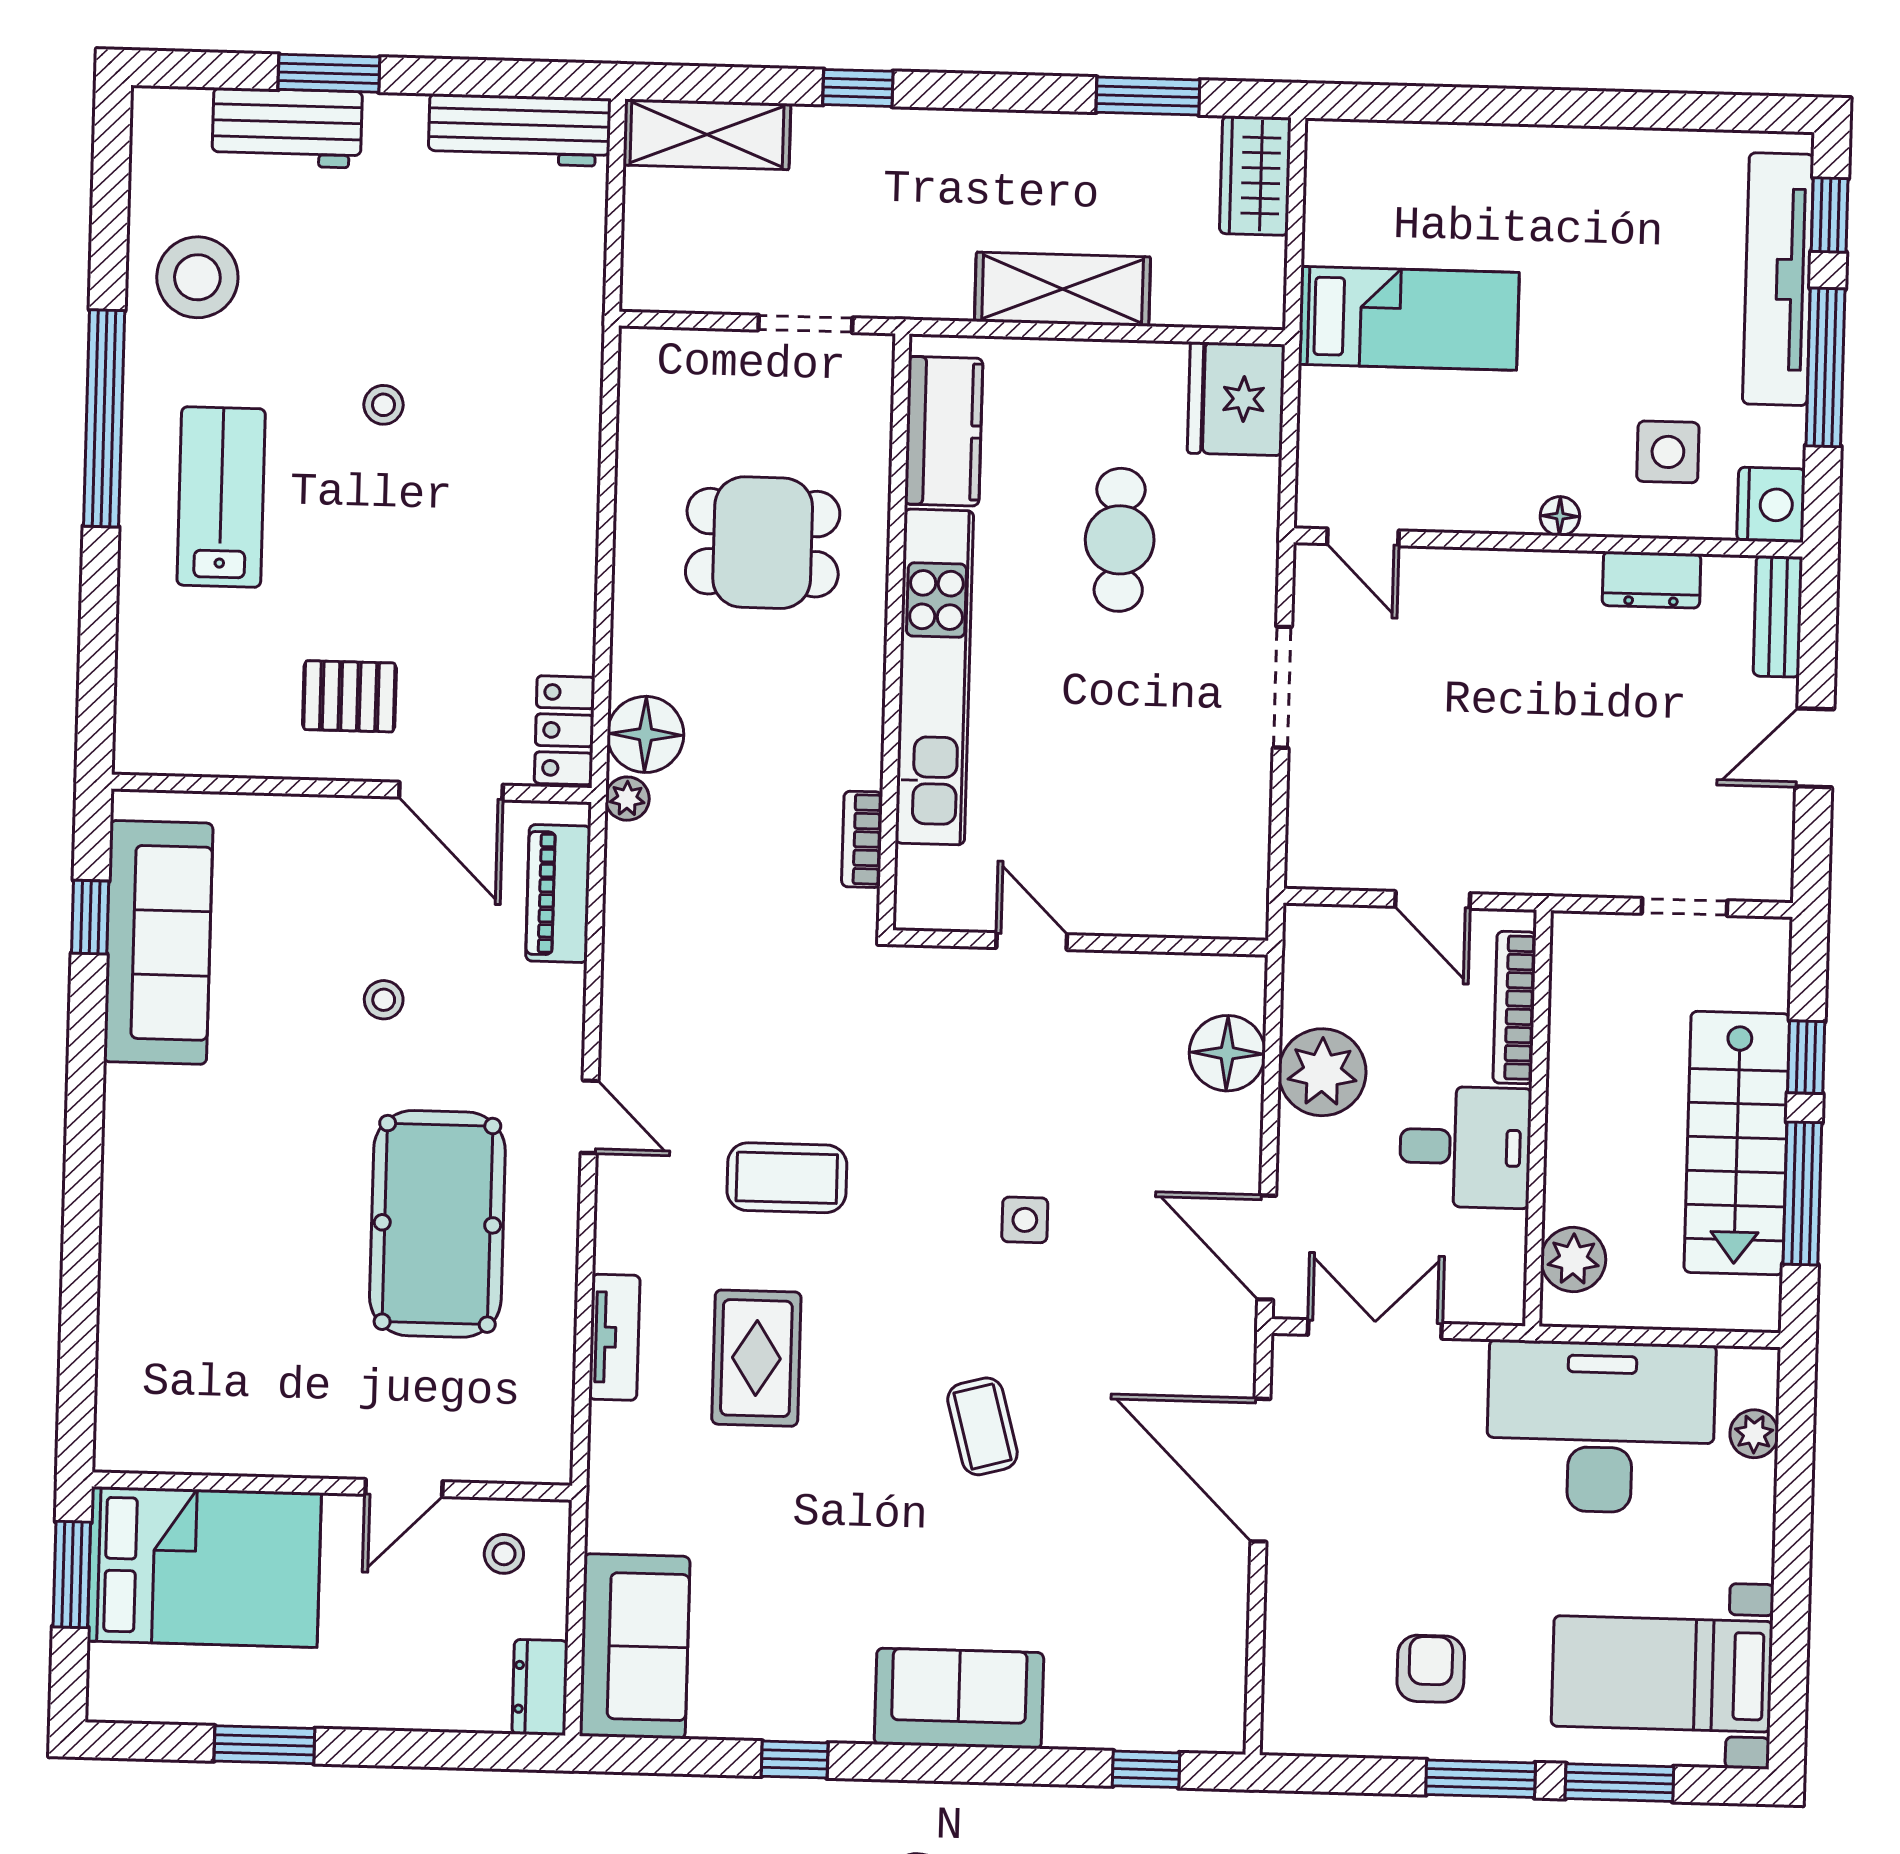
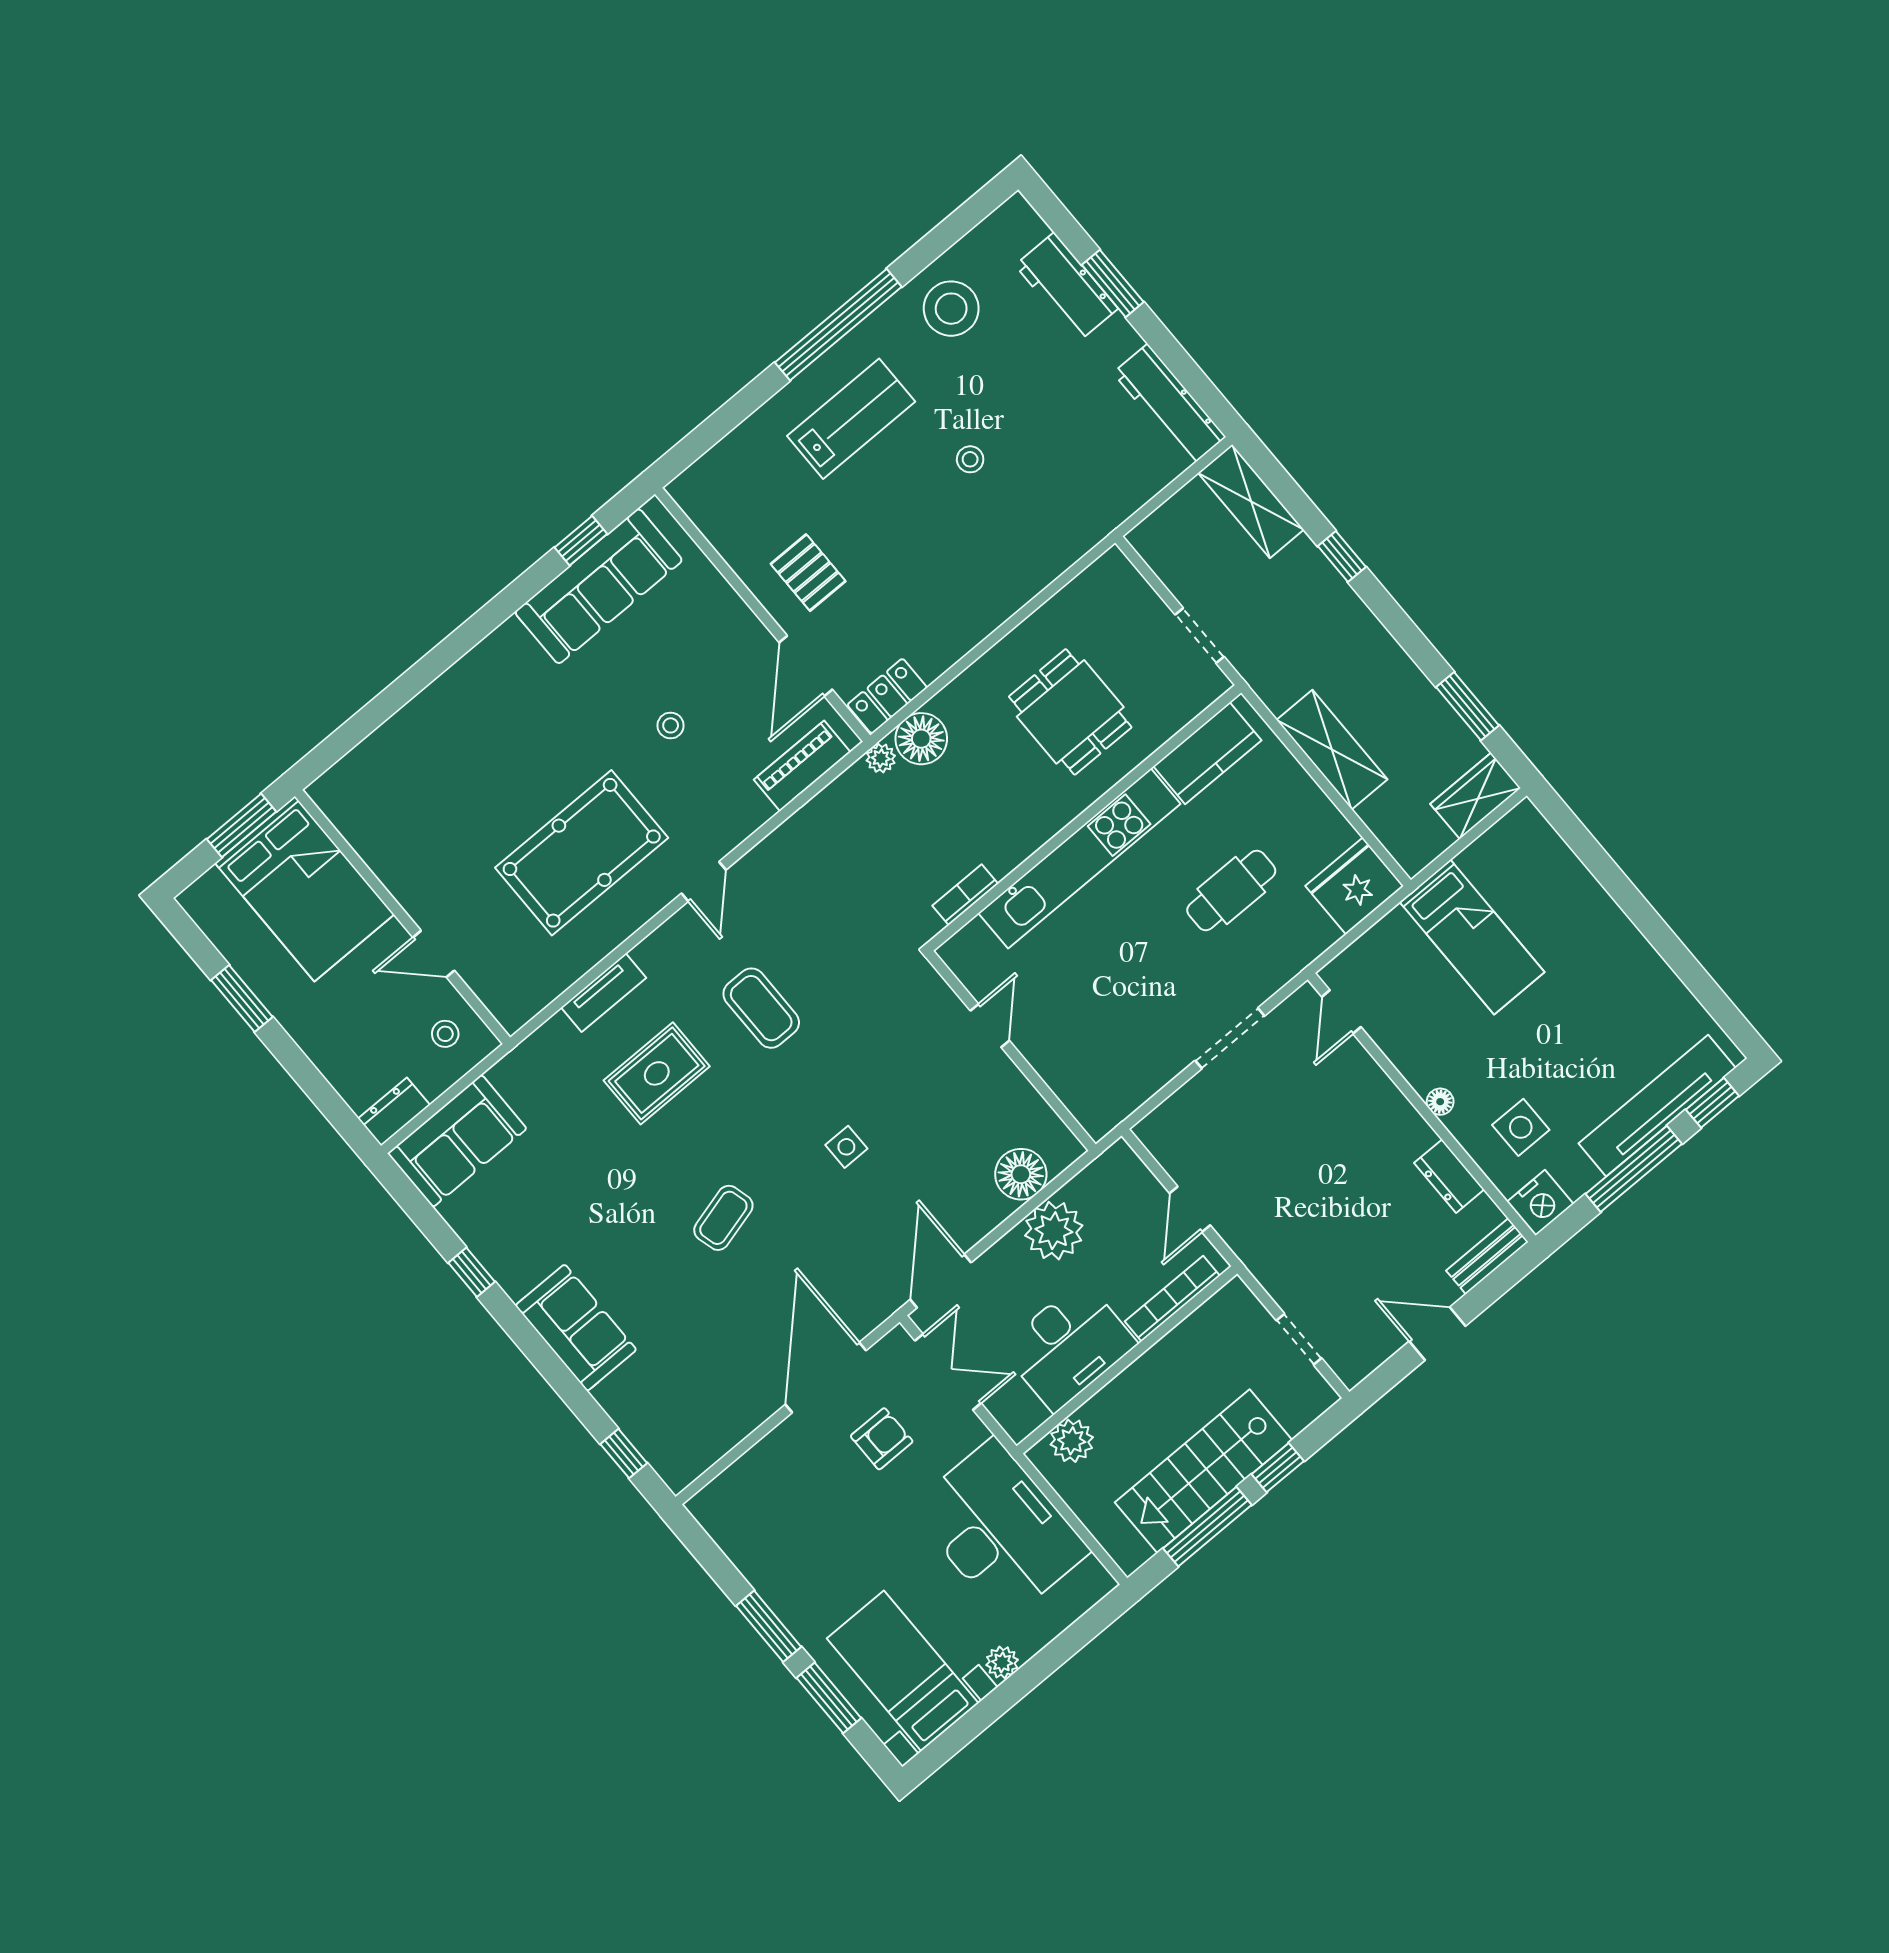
desk: (1465, 1147) -> (1068, 1346), width x1.37
plant: (1754, 1434) -> (1002, 1662), moved
armchair: (1431, 1669) -> (882, 1439), moved

